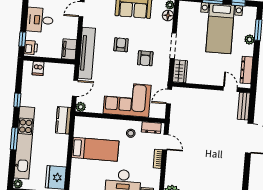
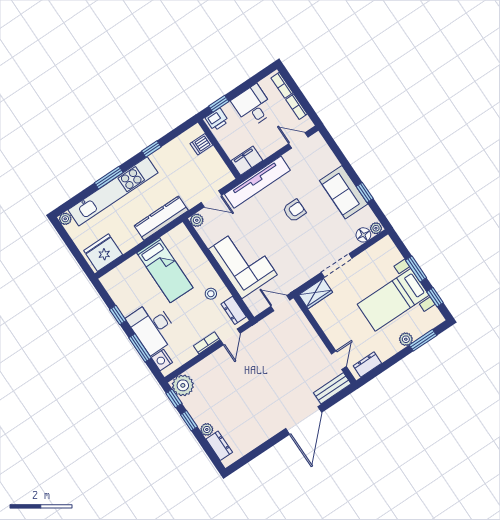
armchair: (145, 58) -> (300, 247), removed
dresser: (247, 70) -> (367, 364), width x0.70
kitchen counter: (63, 120) -> (161, 218), width x1.50

